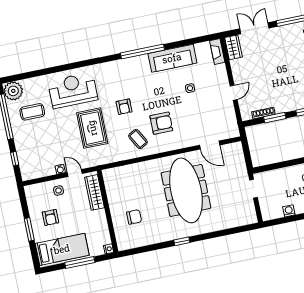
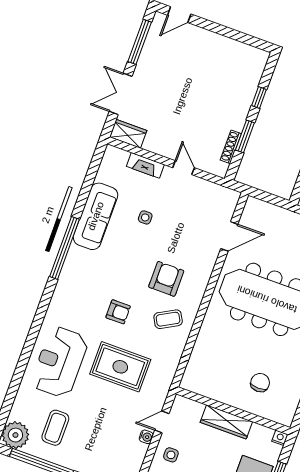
fireplace: (217, 51) -> (145, 165), moved
wardrobe: (94, 192) -> (226, 422), moved

